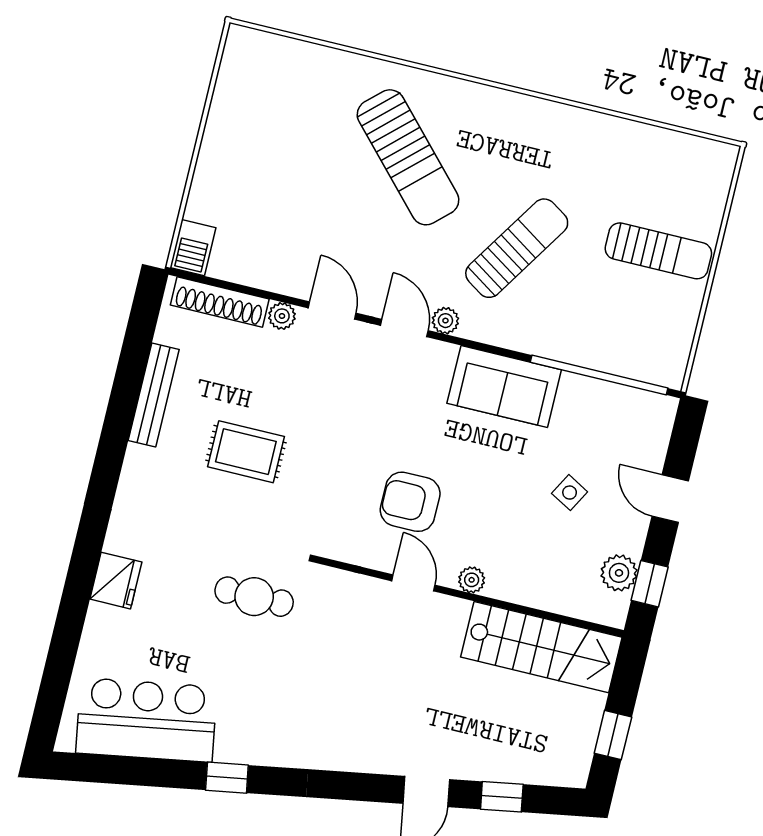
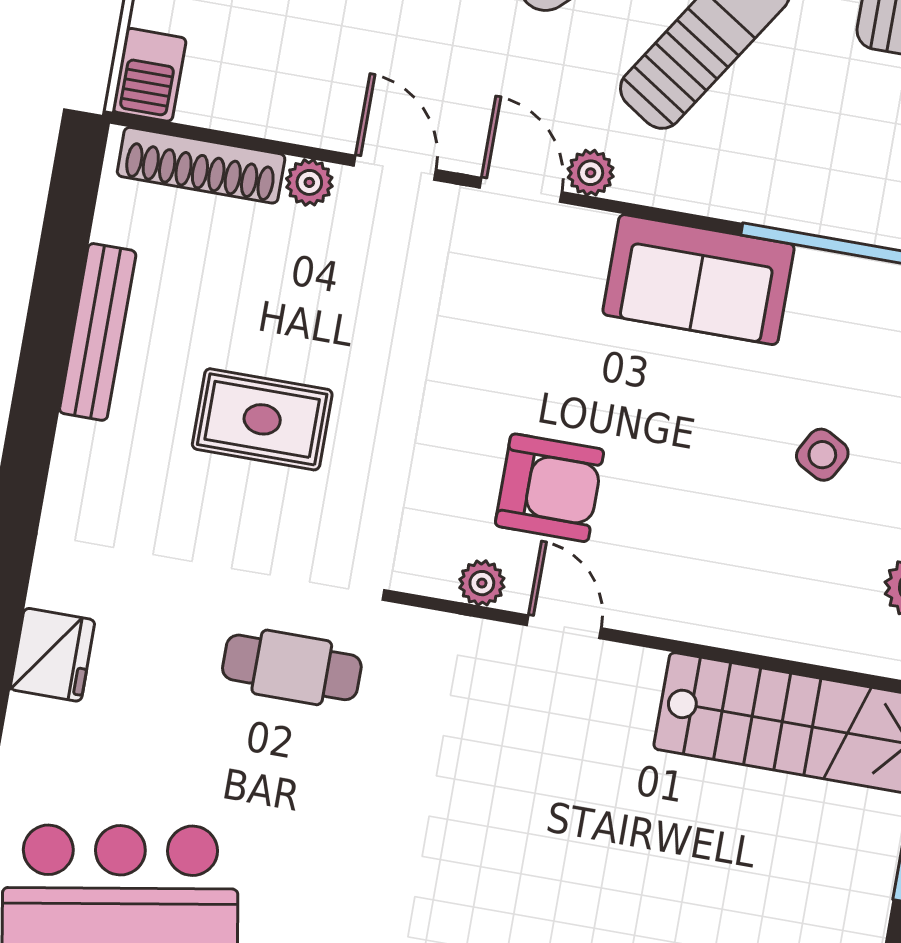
armchair: (410, 502) -> (550, 488), turned 180
plant: (472, 580) -> (482, 583), moved

